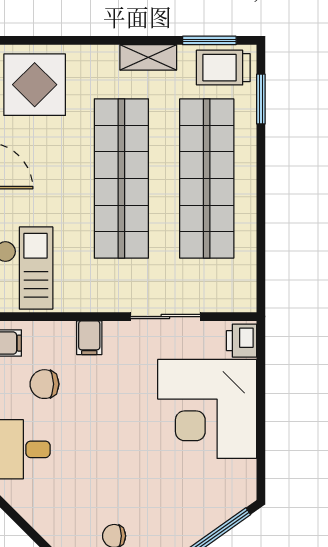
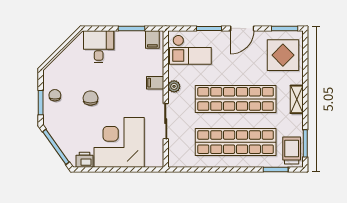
shelving: (148, 57) -> (297, 99), moved
plant: (96, 300) -> (174, 86), added
printer: (242, 341) -> (85, 160), moved
chair: (44, 384) -> (90, 98), moved

